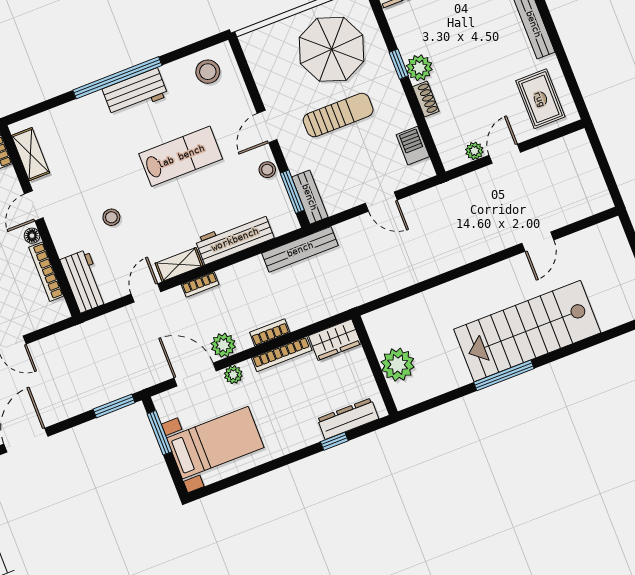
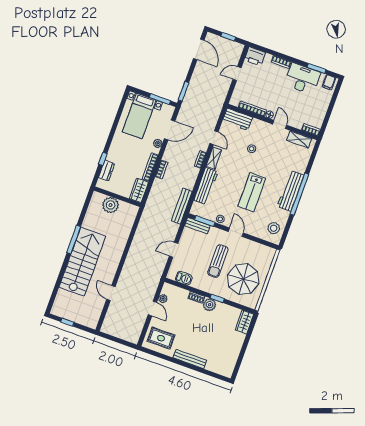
workbench: (135, 92) -> (291, 191), width x1.37
plant: (223, 345) -> (171, 149), removed
dresser: (348, 419) -> (107, 171), width x0.70

